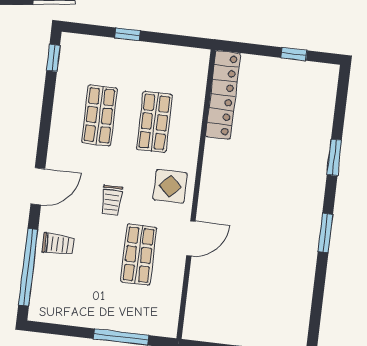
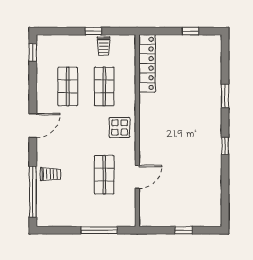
window: (128, 34) -> (93, 31), moved
door: (38, 186) -> (33, 126), moved
trolley: (112, 200) -> (104, 46), moved
window: (325, 233) -> (225, 146), width x0.67
door: (191, 238) -> (137, 177), moved

